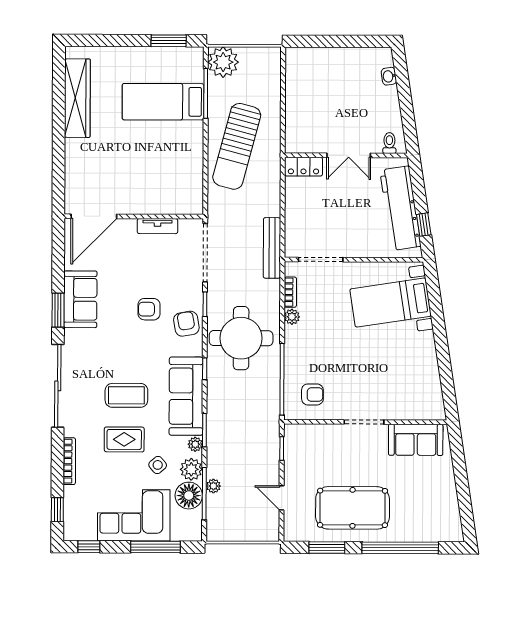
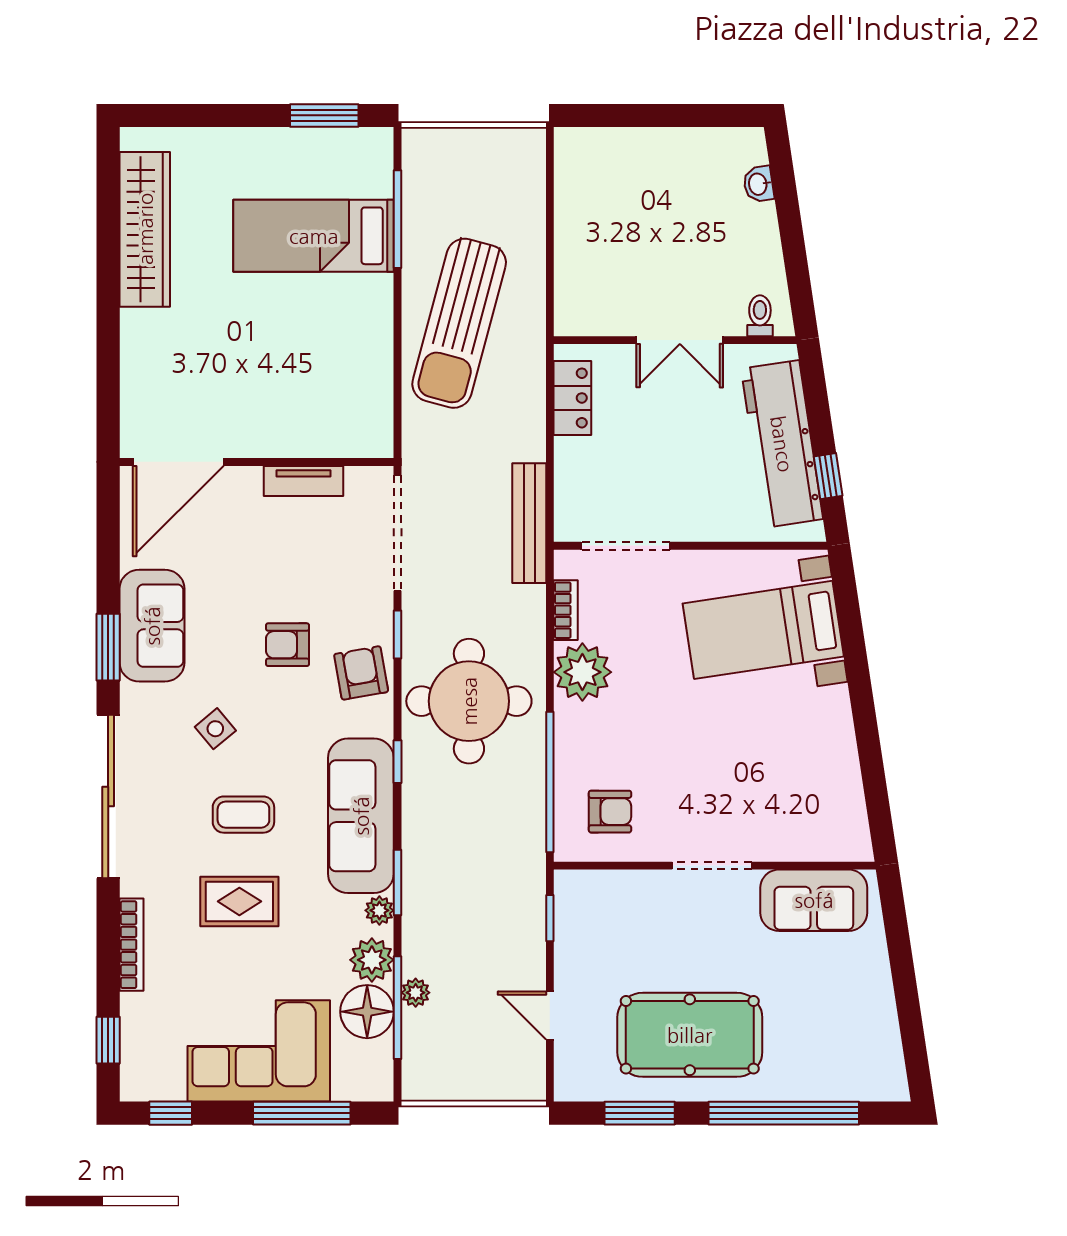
plant: (223, 62) -> (432, 157), removed
locker: (303, 167) -> (572, 398), moved, turned -90
plant: (292, 317) -> (582, 672), width x1.88, depth x1.88
coffee table: (126, 395) -> (243, 815), width x0.73, depth x0.77
side table: (158, 465) -> (215, 729), moved

